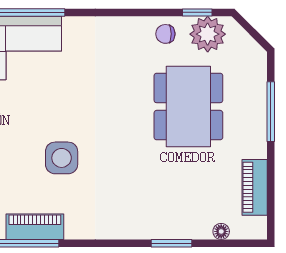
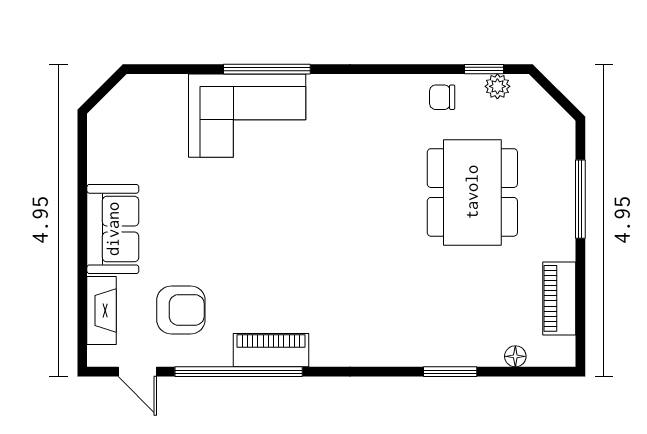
plant: (208, 34) -> (497, 86), width x0.53, depth x0.53
side table: (62, 158) -> (306, 260), removed

